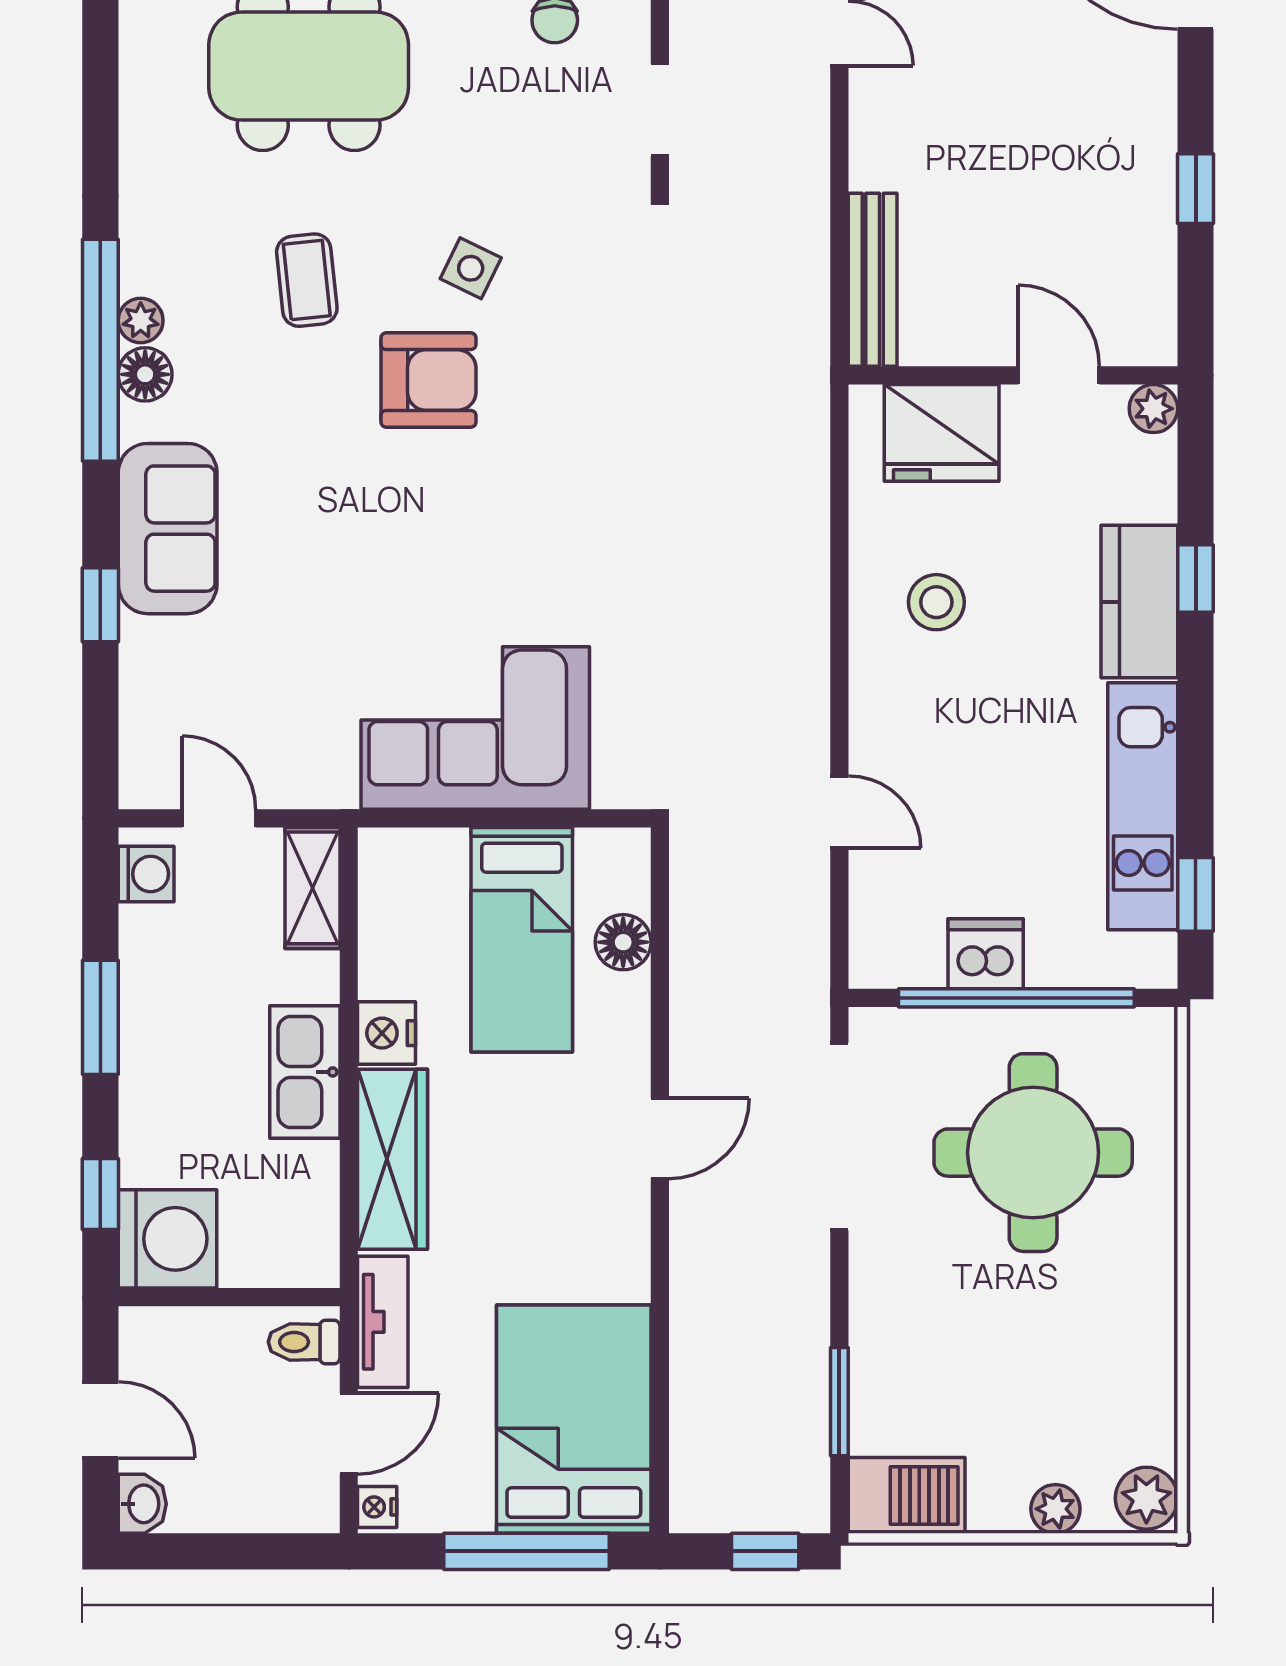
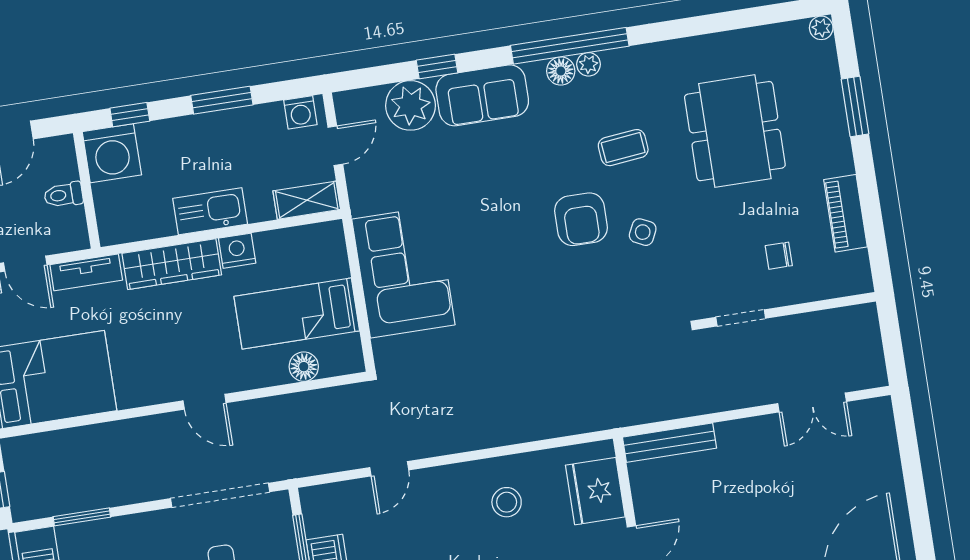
plant: (165, 666) -> (411, 105), added
toilet: (304, 1342) -> (63, 195), moved, turned -90

